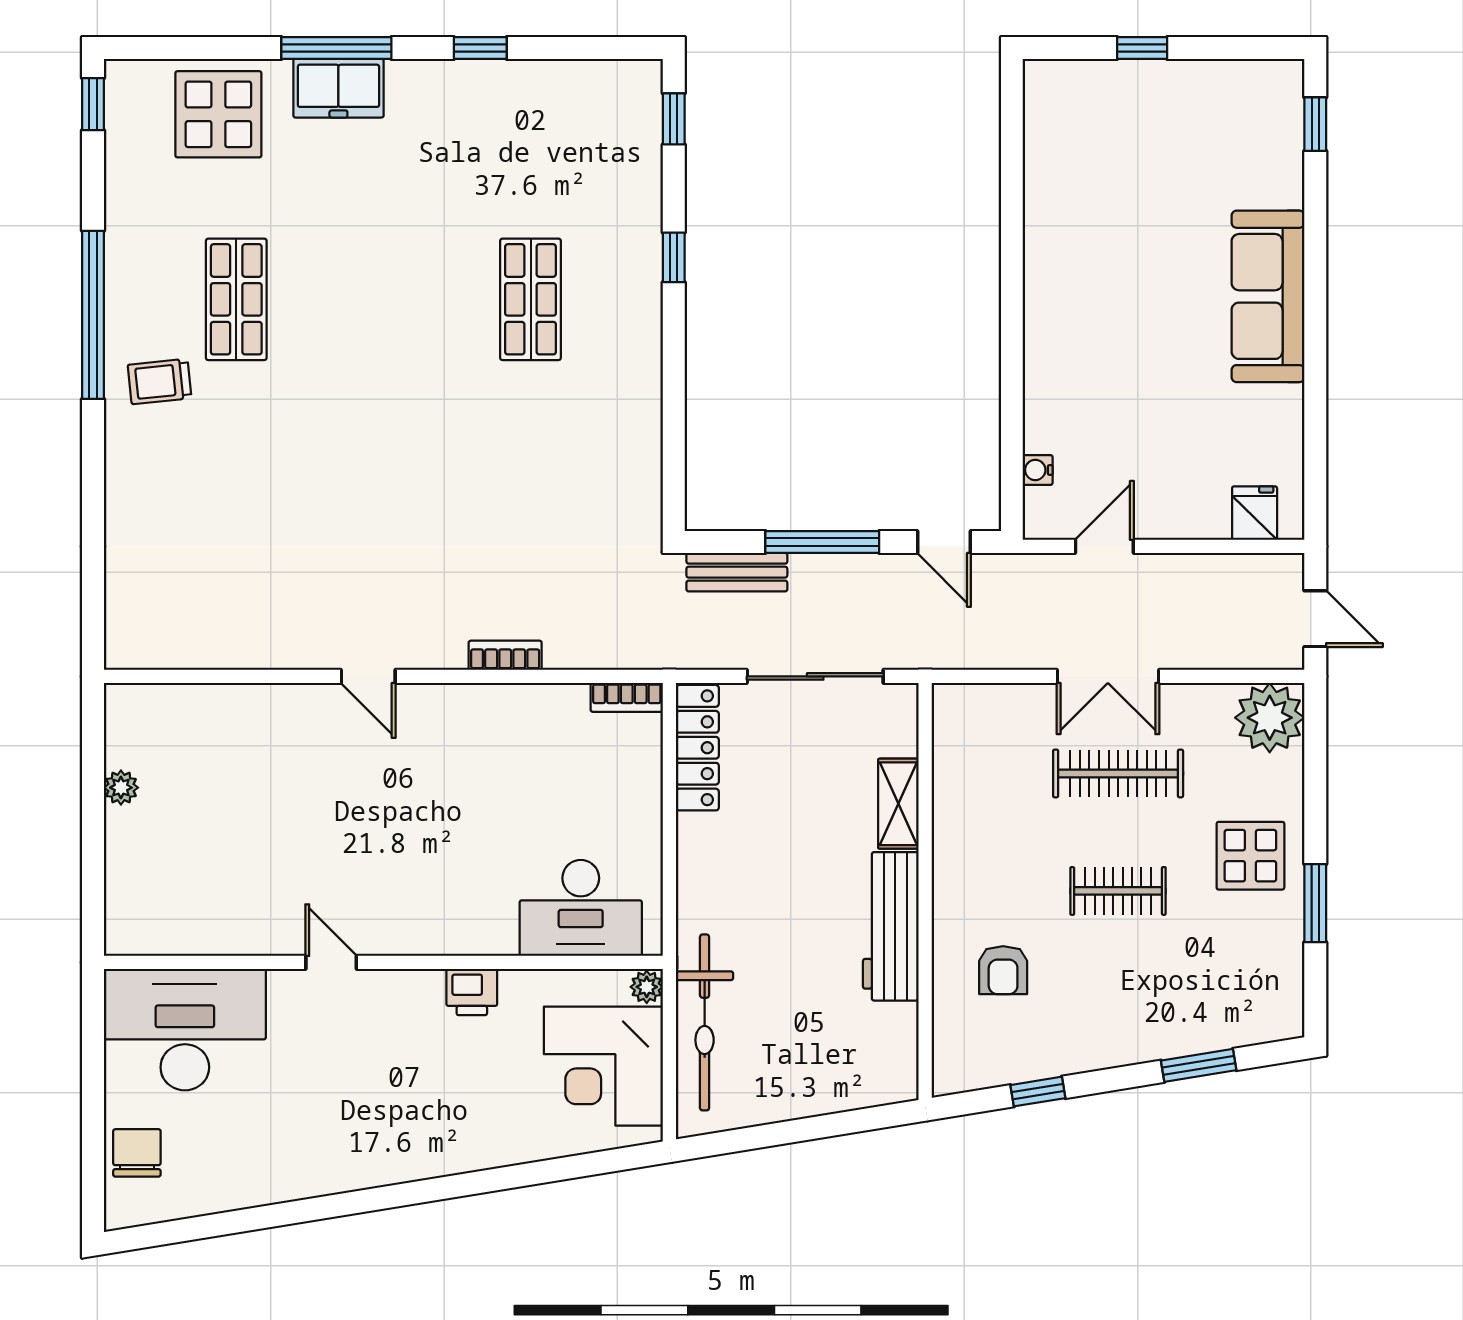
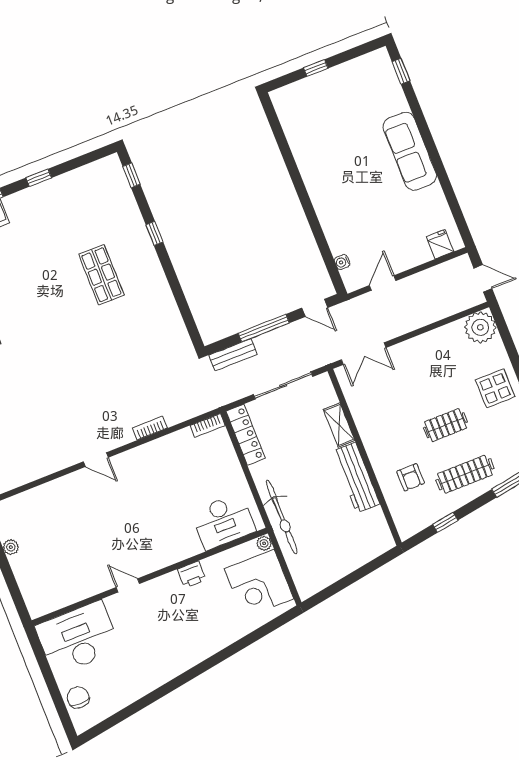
double door: (1108, 676) -> (364, 354), moved
clothes rail: (1118, 773) -> (465, 474), moved
bicycle: (705, 1022) -> (282, 517), moved

